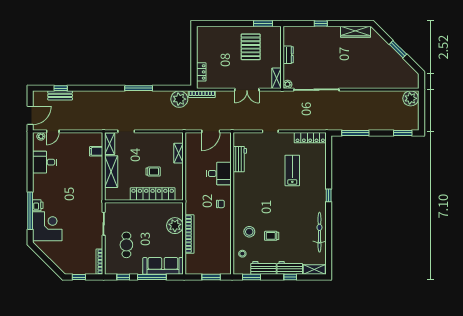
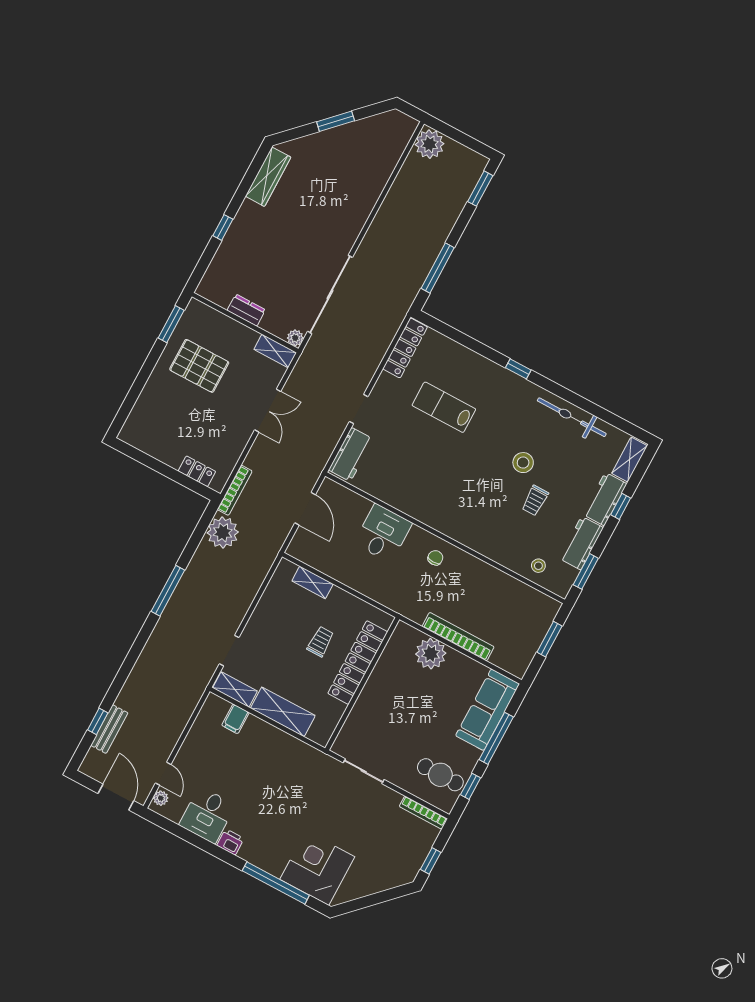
workbench: (240, 159) -> (351, 455), moved, turned 90
printer: (38, 205) -> (230, 842), moved
stool: (249, 232) -> (523, 463), moved
cafe table: (126, 245) -> (440, 775), moved

